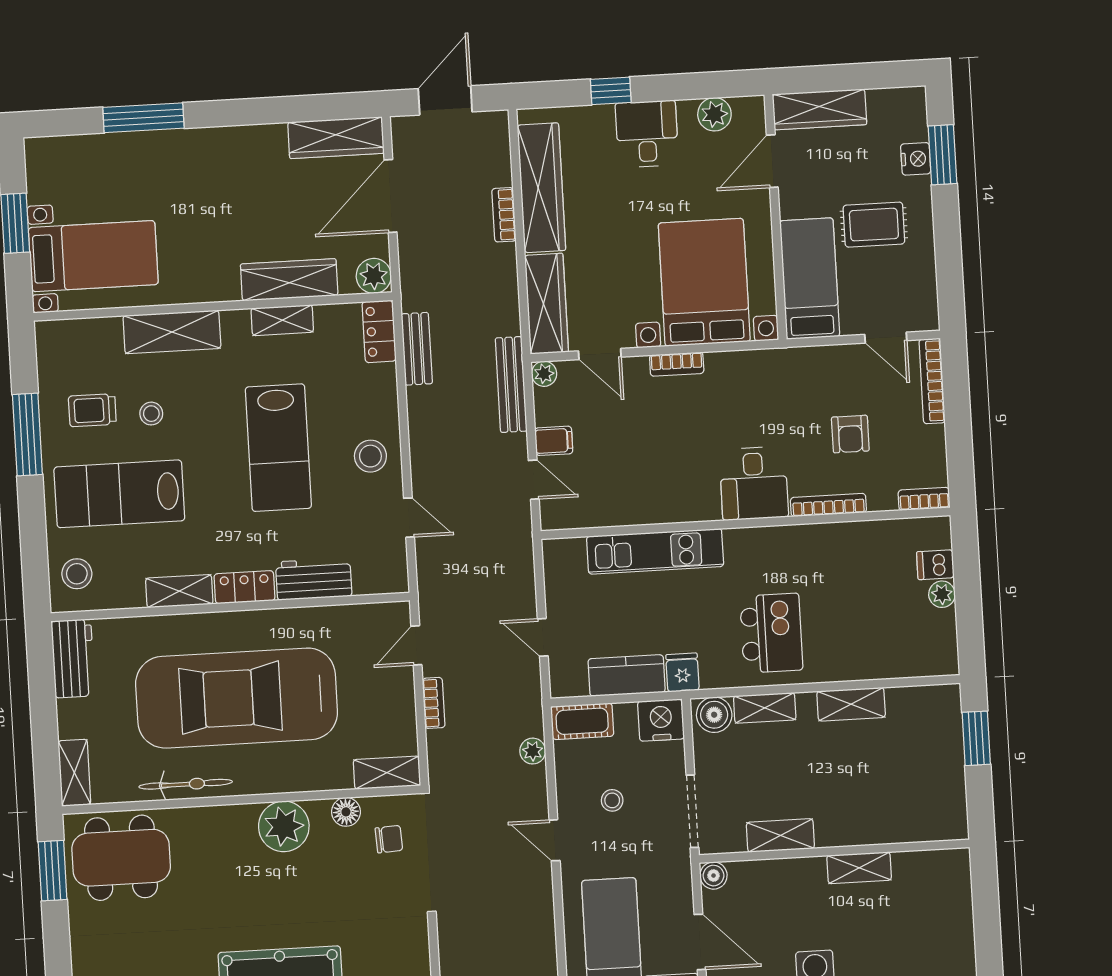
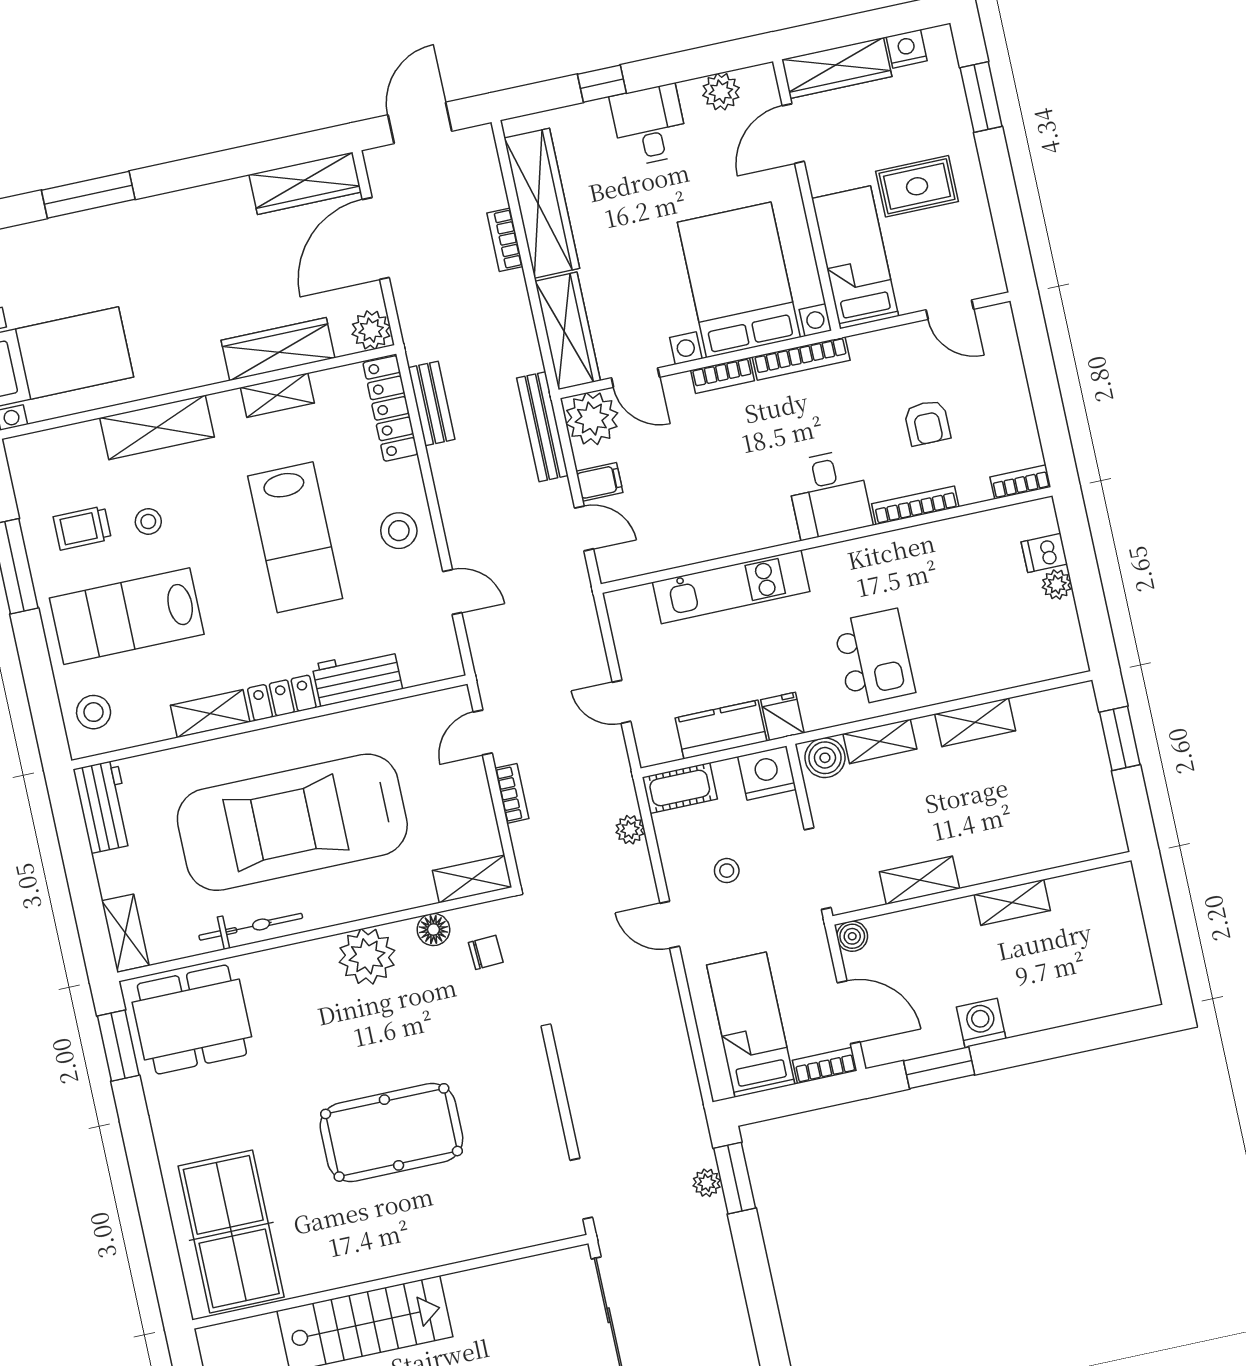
nightstand: (916, 159) -> (907, 49), moved, turned -90
locker: (379, 331) -> (390, 408), width x1.53
plant: (544, 374) -> (592, 419), width x1.88, depth x1.88
bookcase: (932, 381) -> (801, 359), moved, turned -90

